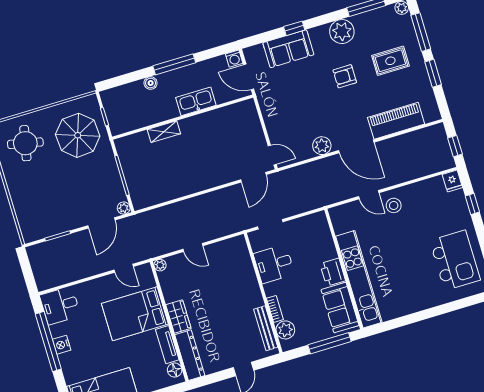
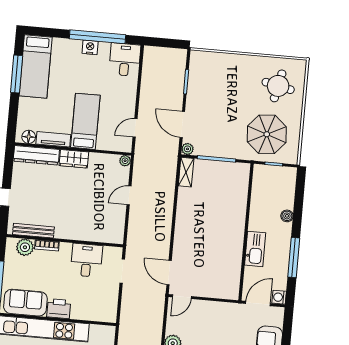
window: (174, 64) -> (294, 257), moved
shelving: (164, 132) -> (186, 172), moved
bed: (135, 314) -> (85, 121), width x0.67

